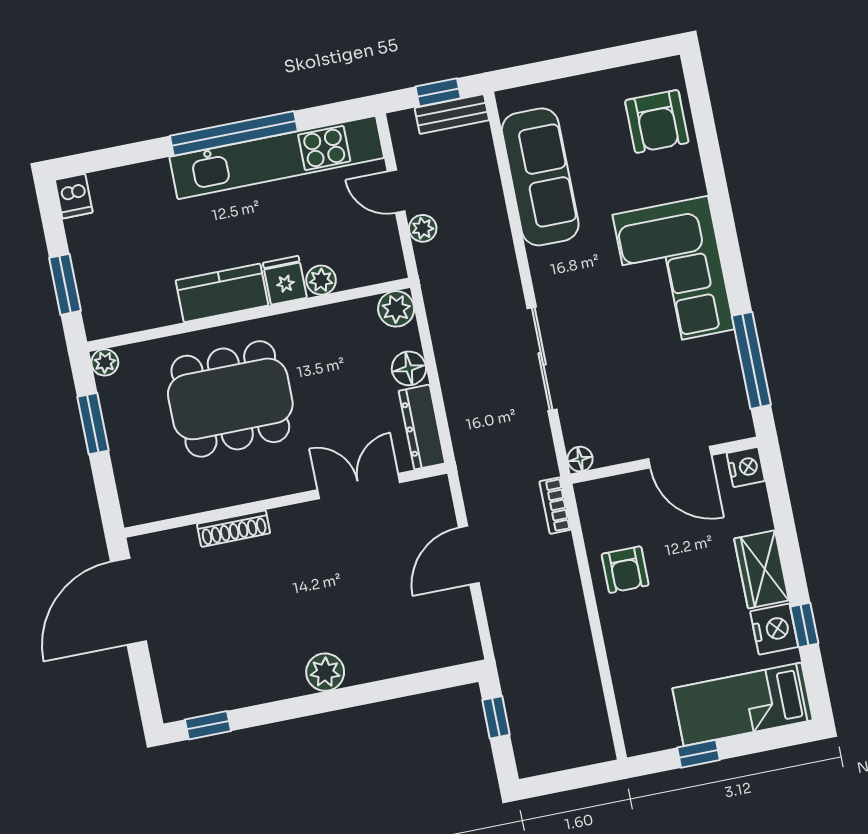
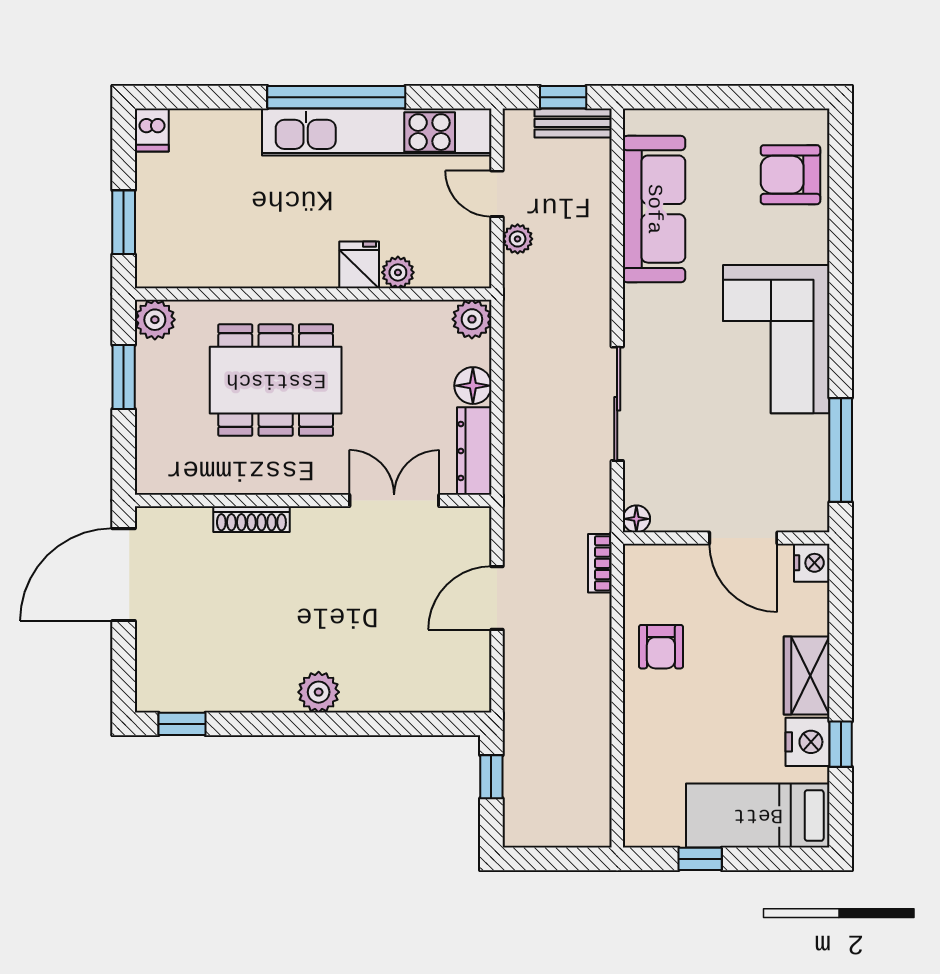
armchair: (657, 121) -> (790, 175), turned 90
kitchen counter: (222, 293) -> (289, 265), removed
plant: (105, 362) -> (155, 320), width x1.38, depth x1.38

